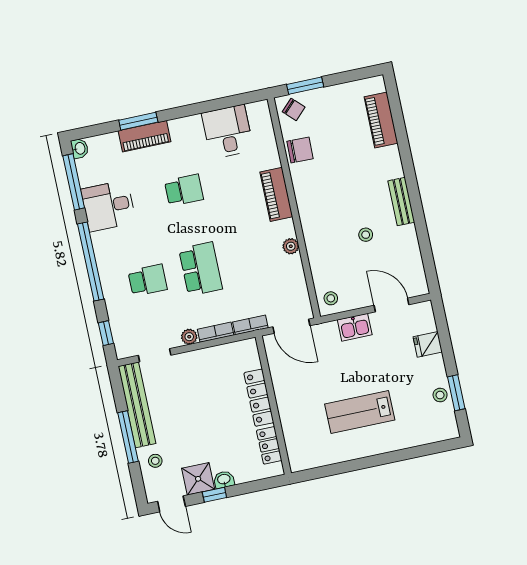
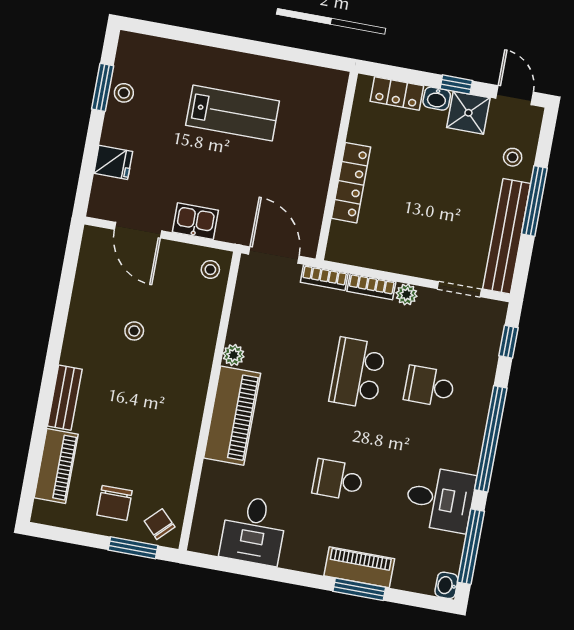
chair: (300, 150) -> (114, 503), moved, turned -91
piano: (276, 194) -> (232, 416), width x1.37, depth x1.33
bench: (401, 202) -> (65, 398), moved
locker: (269, 445) -> (397, 93), moved, turned 90

